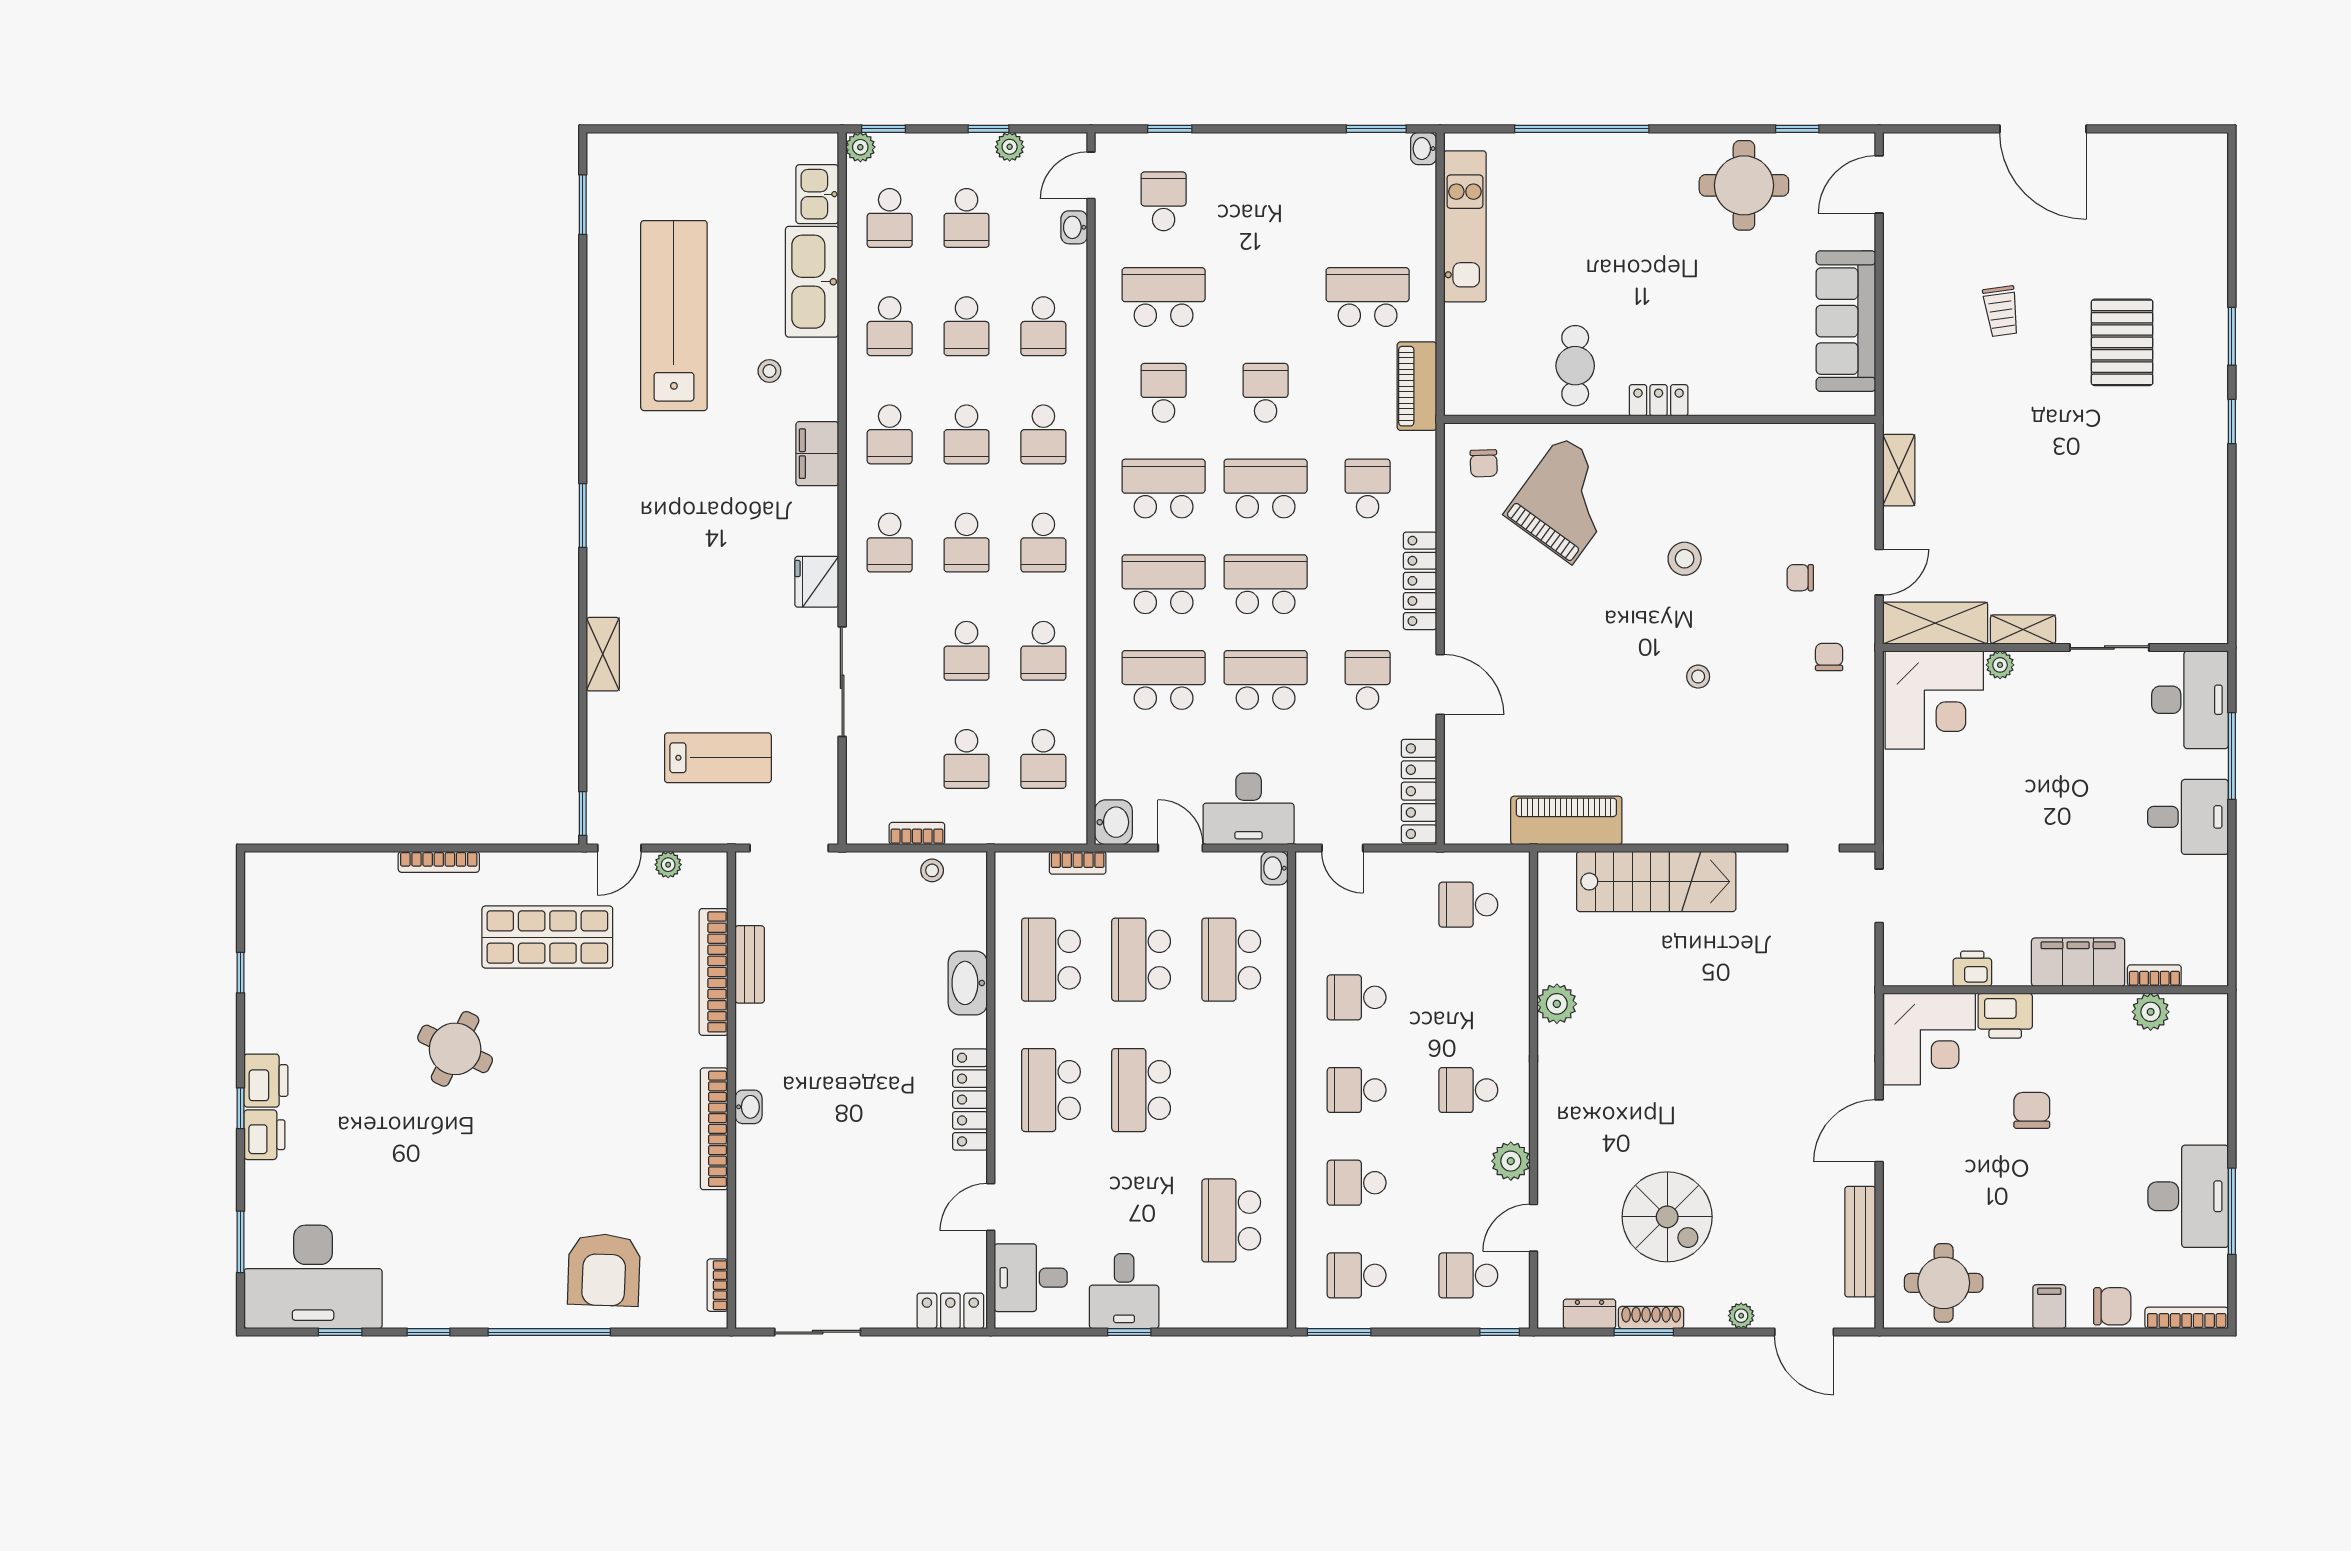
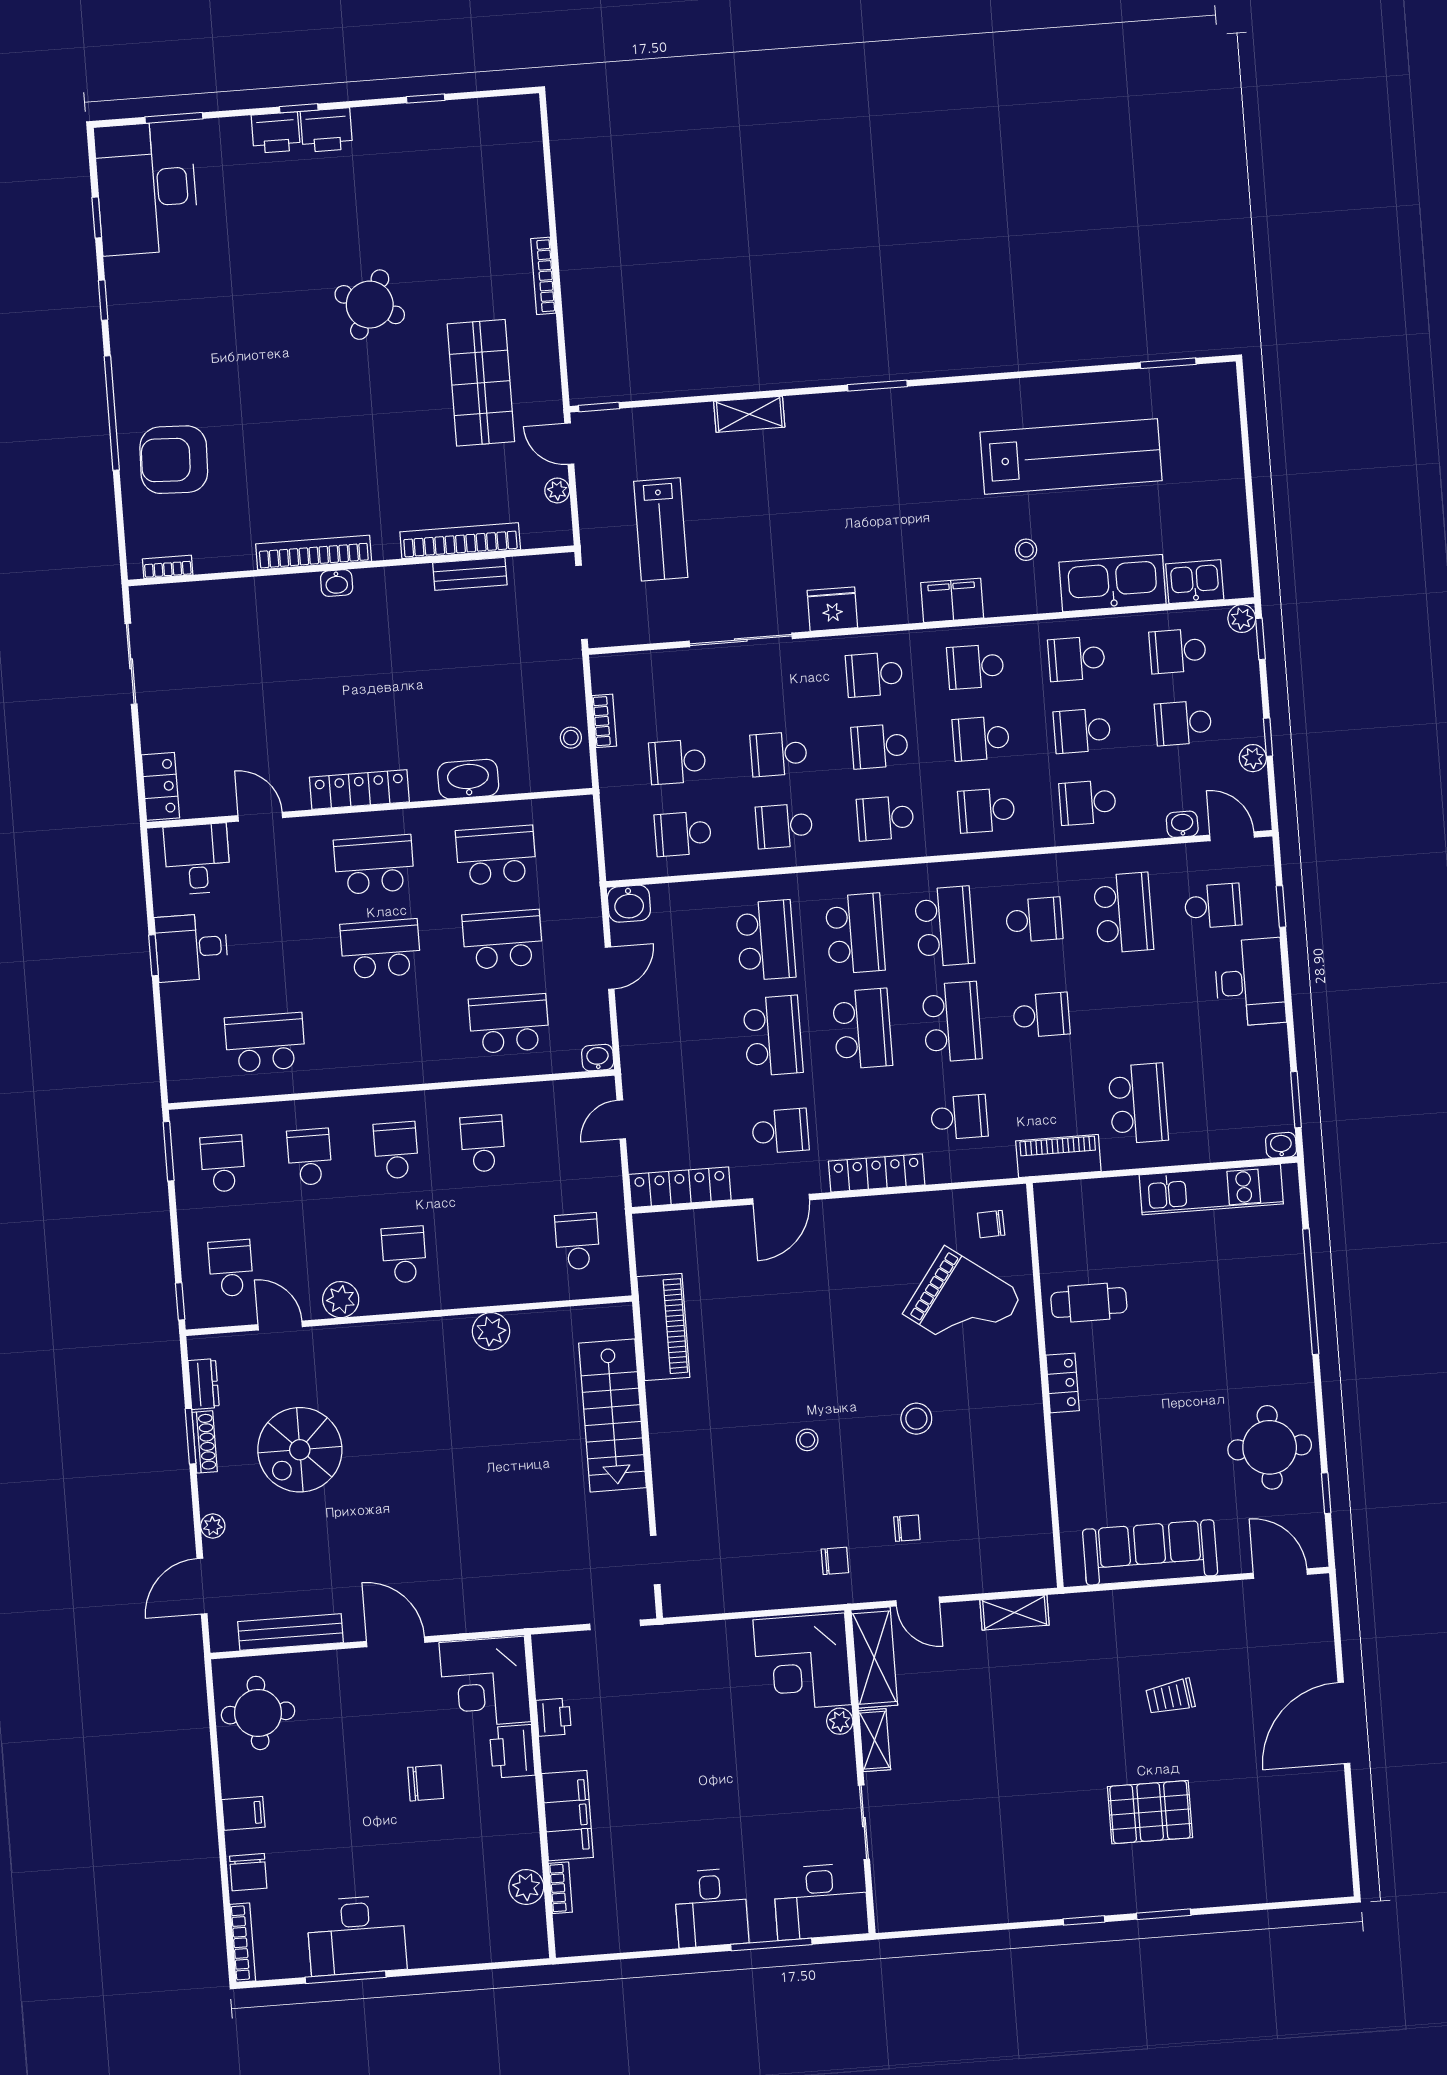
chair: (1800, 578) -> (907, 1528), turned 90
desk: (1249, 809) -> (1250, 982), moved, turned 180
bookcase: (1078, 863) -> (588, 873), removed

